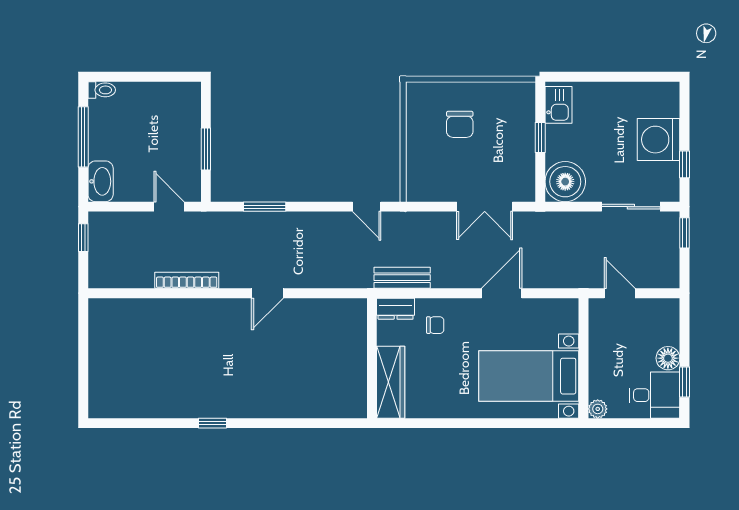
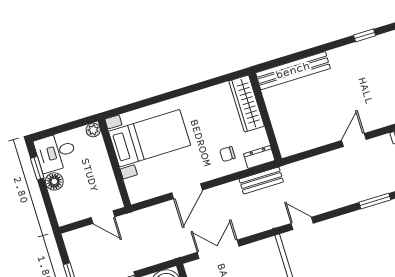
bench: (318, 406) -> (293, 71), added

